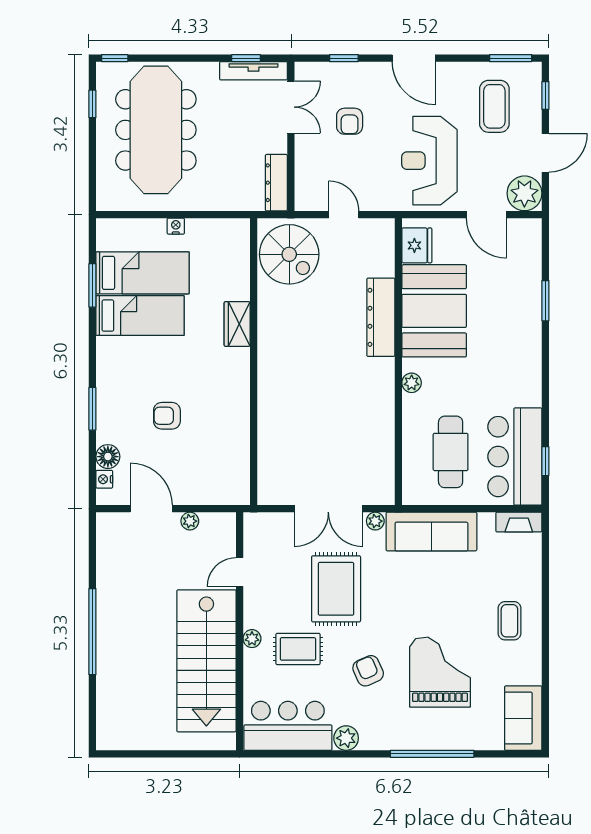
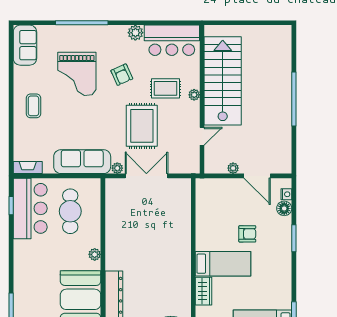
bed: (140, 316) -> (223, 264), moved, turned 180

